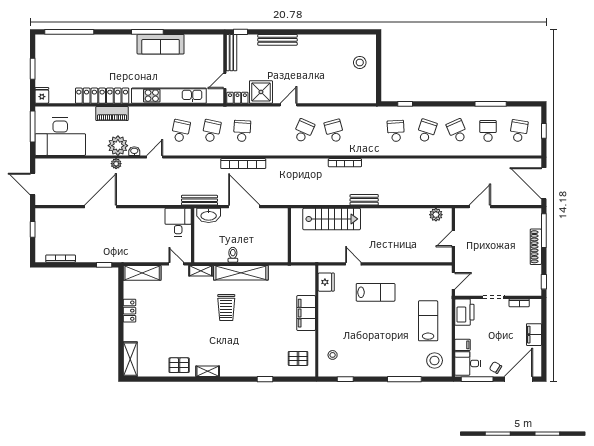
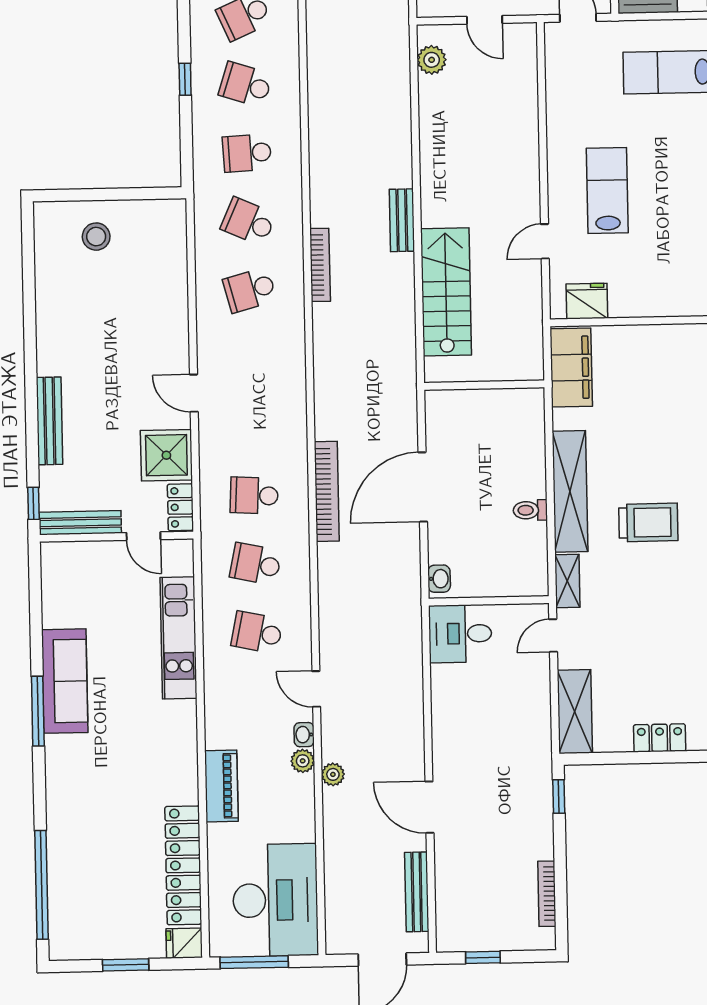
locker: (102, 96) -> (183, 865), moved
kitchen unit: (169, 96) -> (178, 638), width x0.73
window: (405, 104) -> (185, 79), moved
school desk: (304, 131) -> (248, 222), moved
plant: (118, 146) -> (303, 761), width x0.53, depth x0.53
bench: (199, 200) -> (417, 892), moved
door: (100, 207) -> (429, 807), width x0.73
washbasin: (209, 215) -> (439, 579), width x0.52, depth x0.69
filing cabinet: (306, 313) -> (571, 367), moved, turned -90

